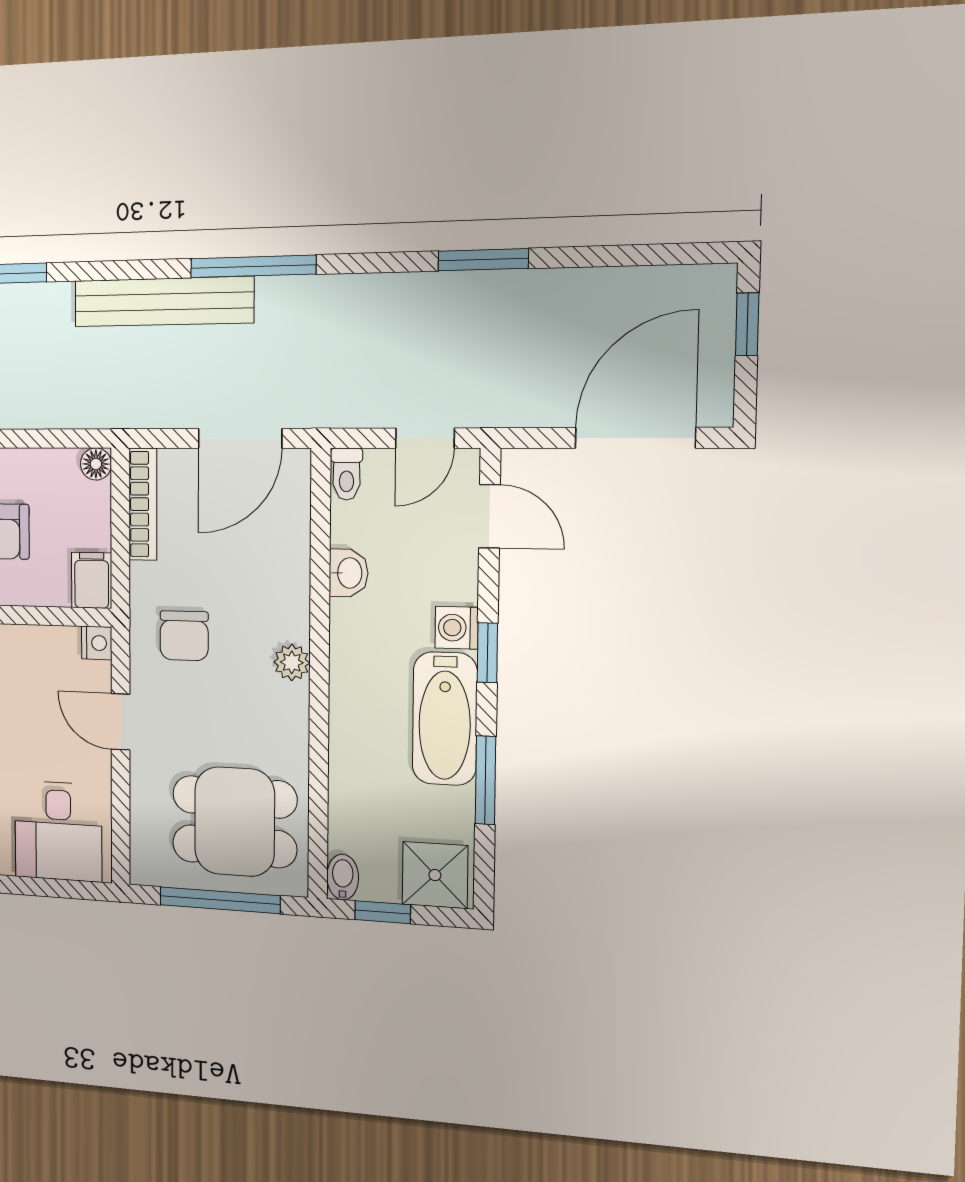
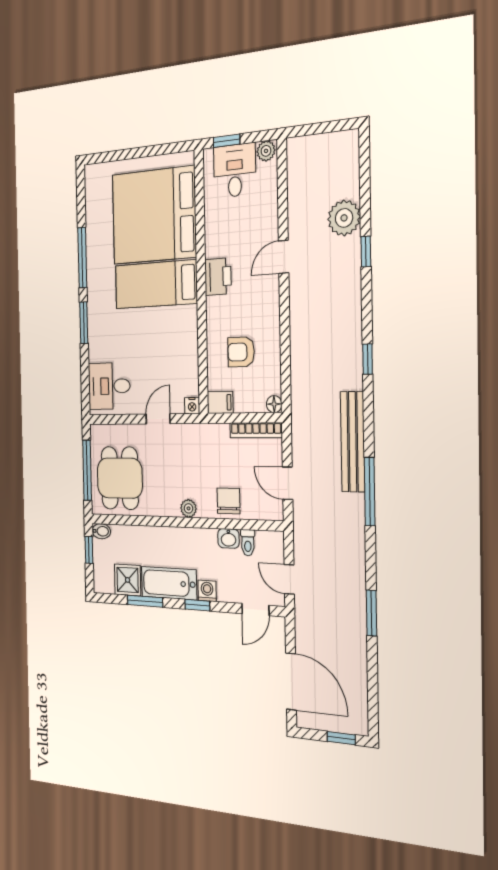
door: (240, 438) -> (288, 483), width x0.73
toilet: (347, 474) -> (248, 543), moved, turned -90
chair: (184, 636) -> (229, 501), moved, turned 90
shower: (435, 875) -> (128, 580), moved

